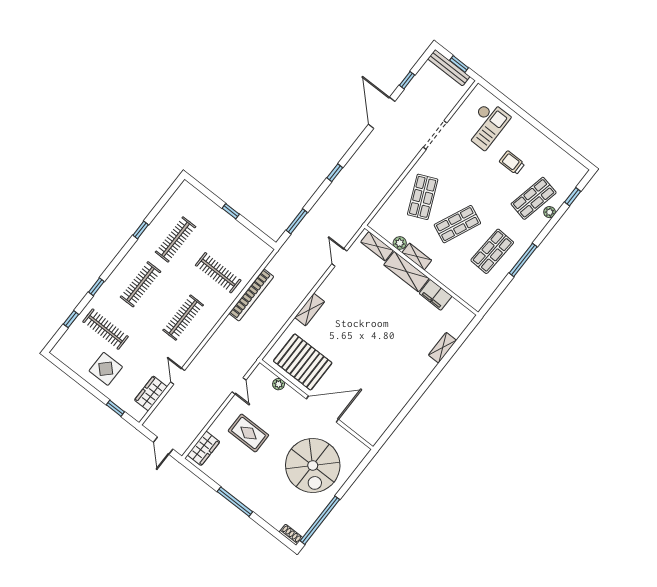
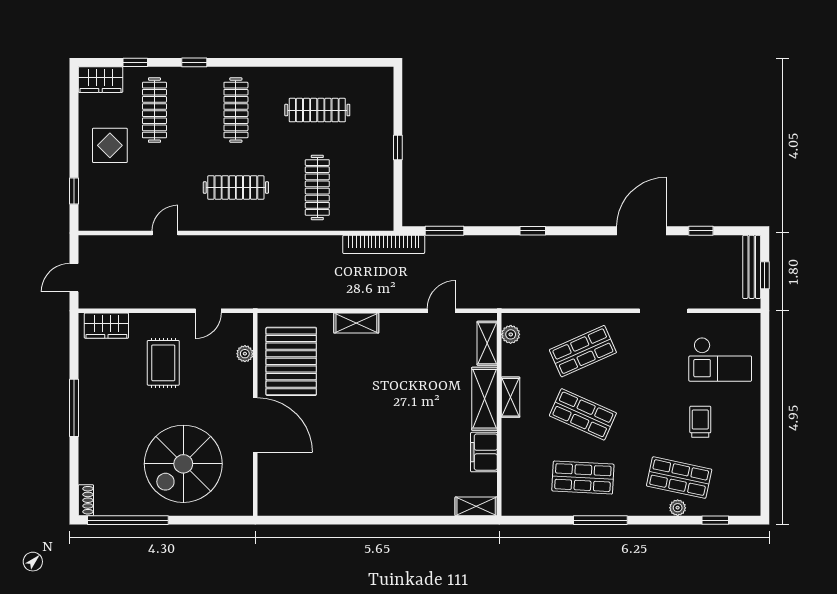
window: (141, 230) -> (297, 62), removed
plant: (400, 243) -> (511, 334), moved
clothes rail: (140, 284) -> (236, 110), turned 90
bookcase: (251, 295) -> (384, 244), moved
shelving: (442, 348) -> (476, 506), moved
wardrobe: (151, 393) -> (100, 80), moved, turned 180

